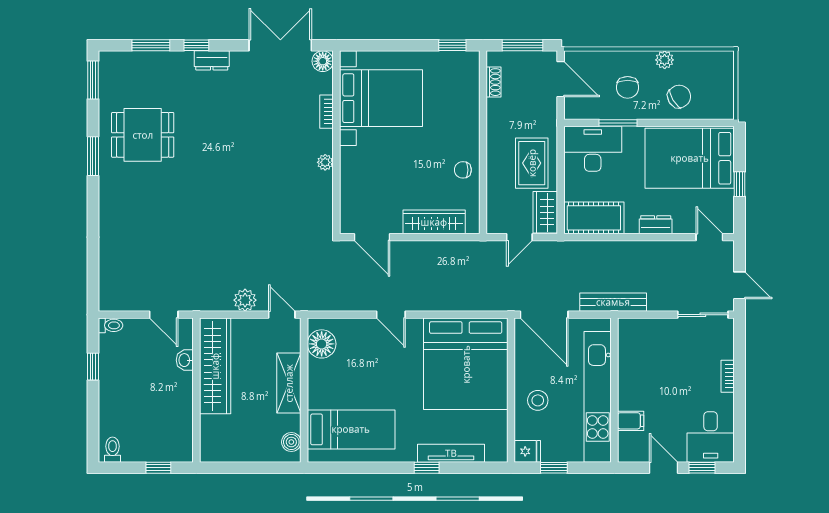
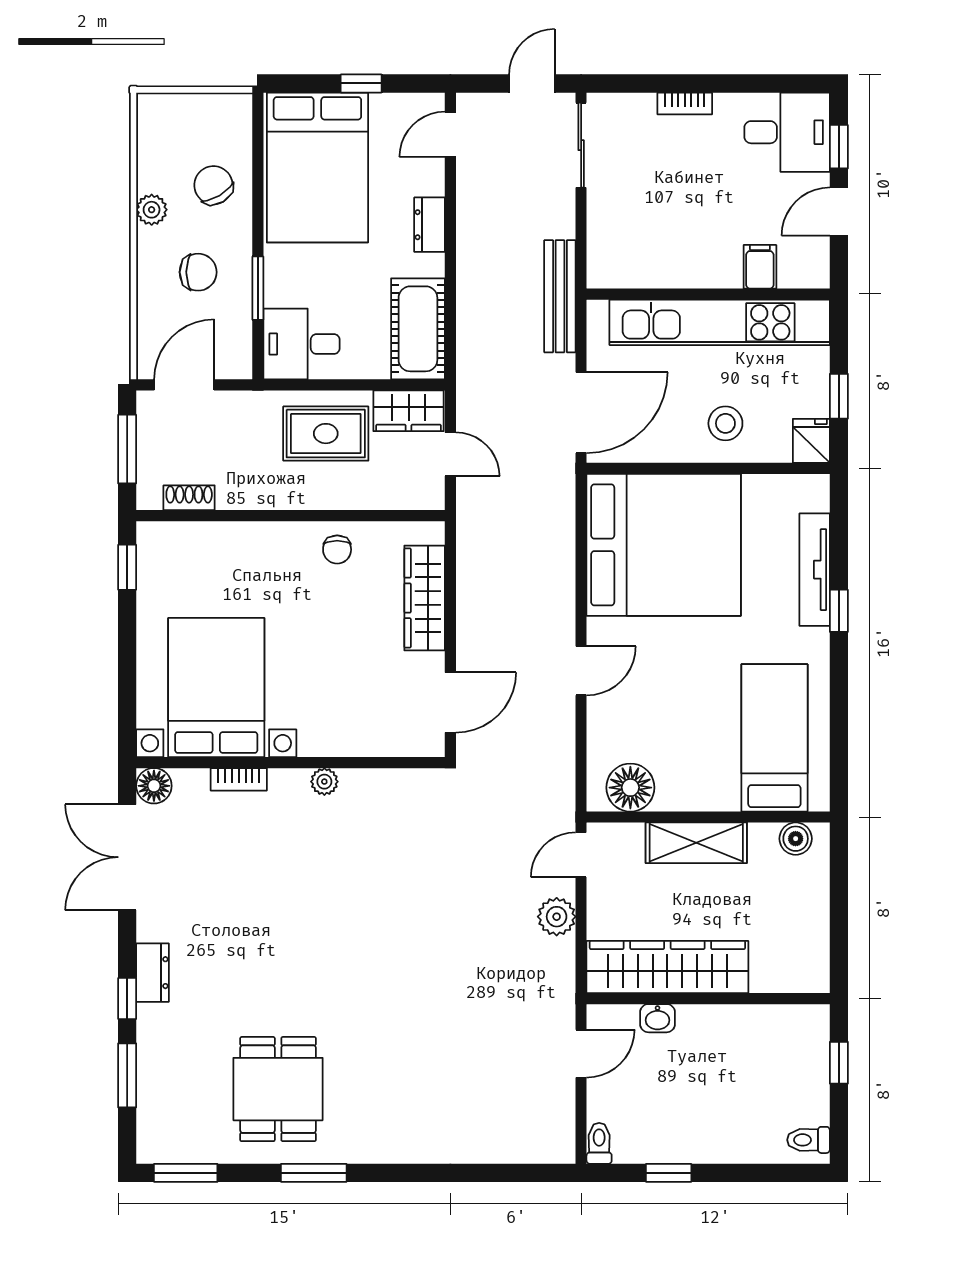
desk: (593, 149) -> (302, 344), width x0.73

